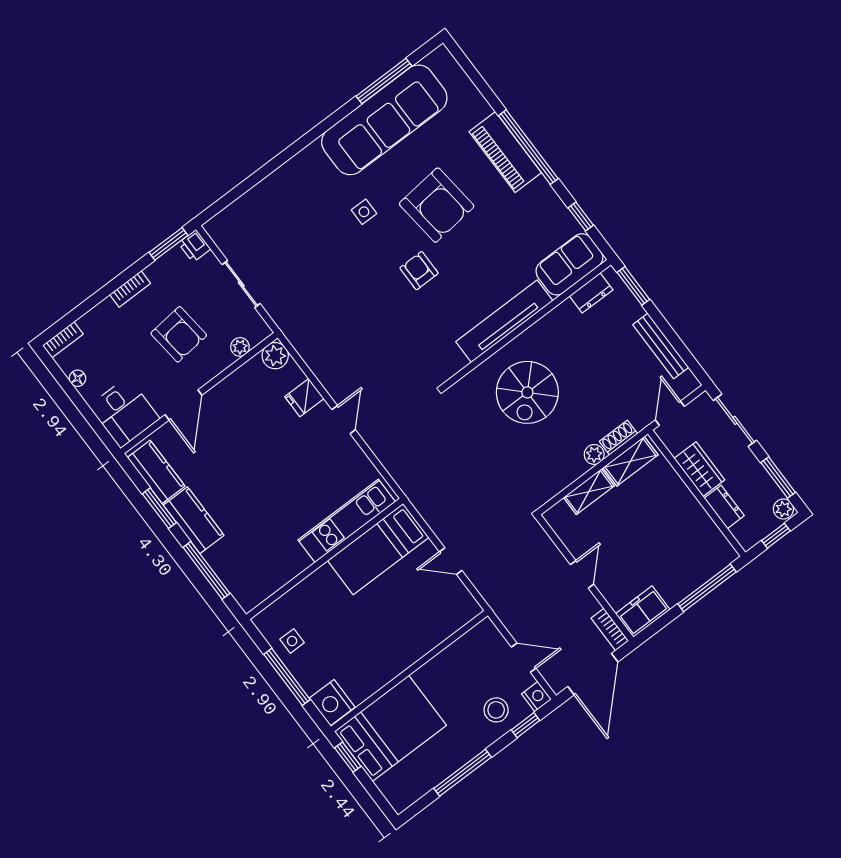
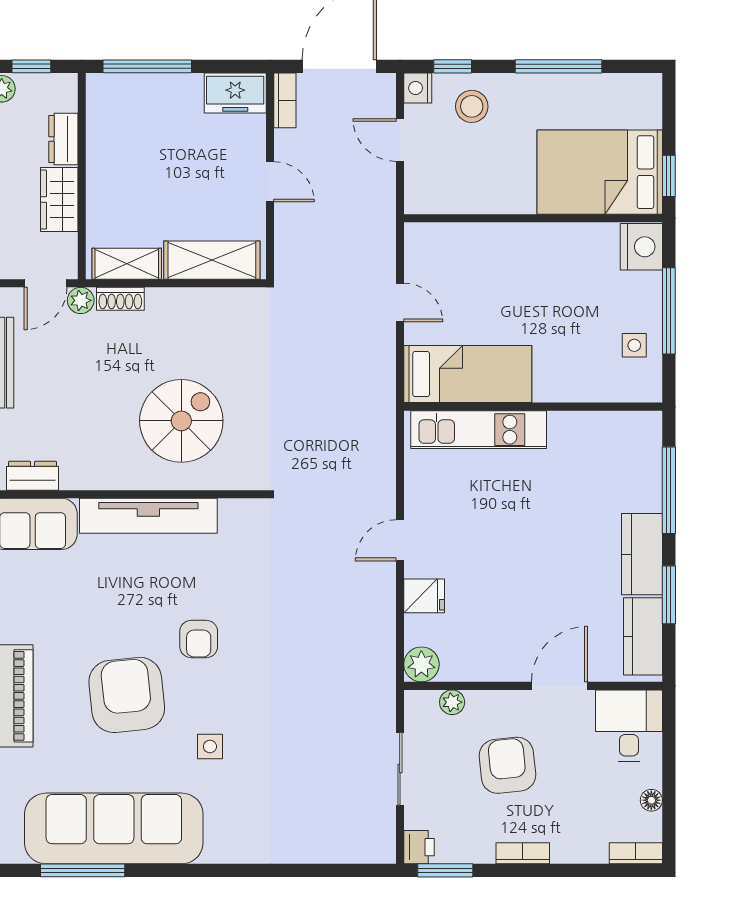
plant: (594, 454) -> (81, 300), moved
shelving: (589, 492) -> (212, 260), width x1.50, depth x1.33
door: (582, 574) -> (270, 182), swing flipped

